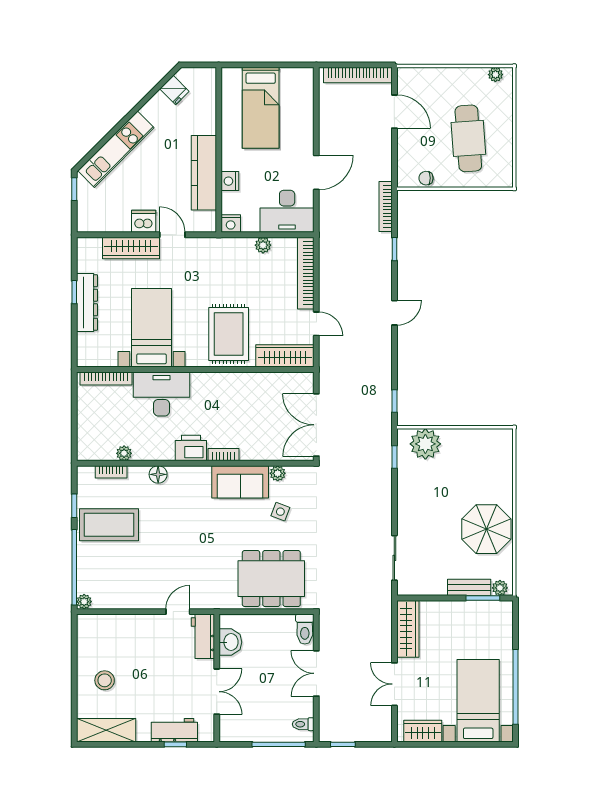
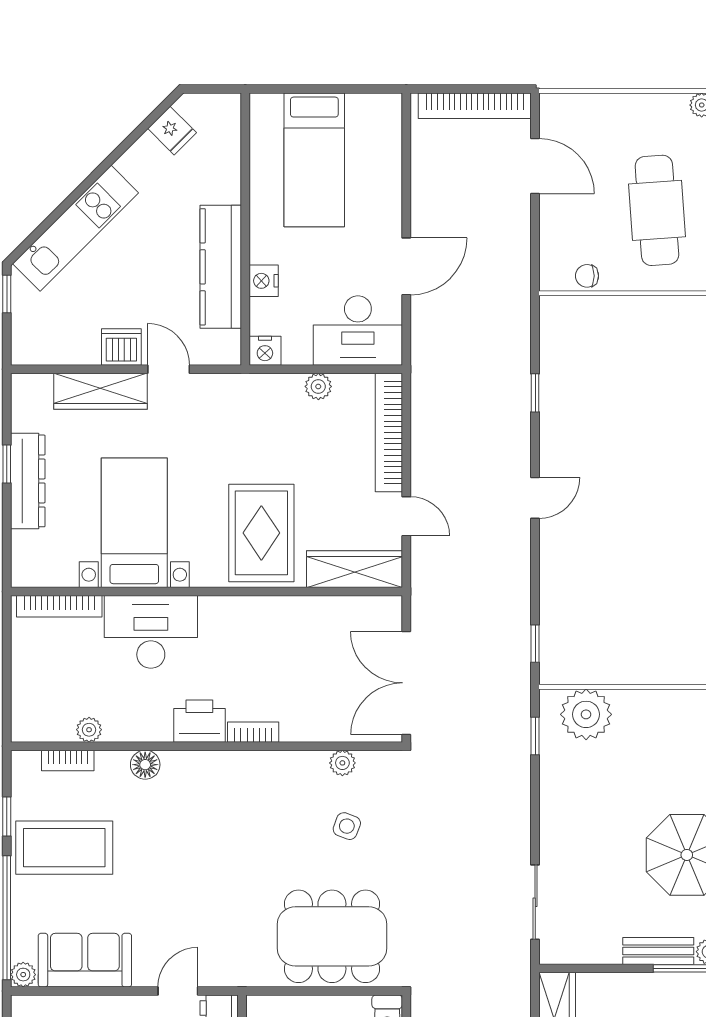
bookcase: (386, 206) -> (521, 323), removed
sofa: (240, 482) -> (85, 960), moved, turned 180

